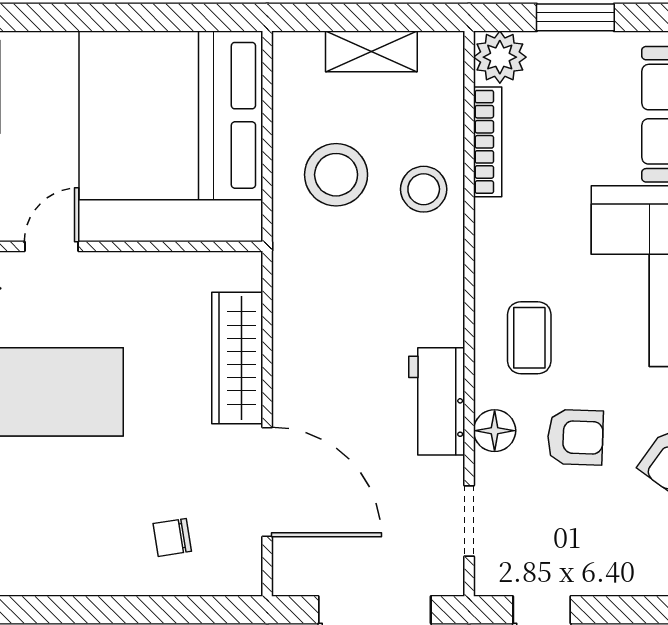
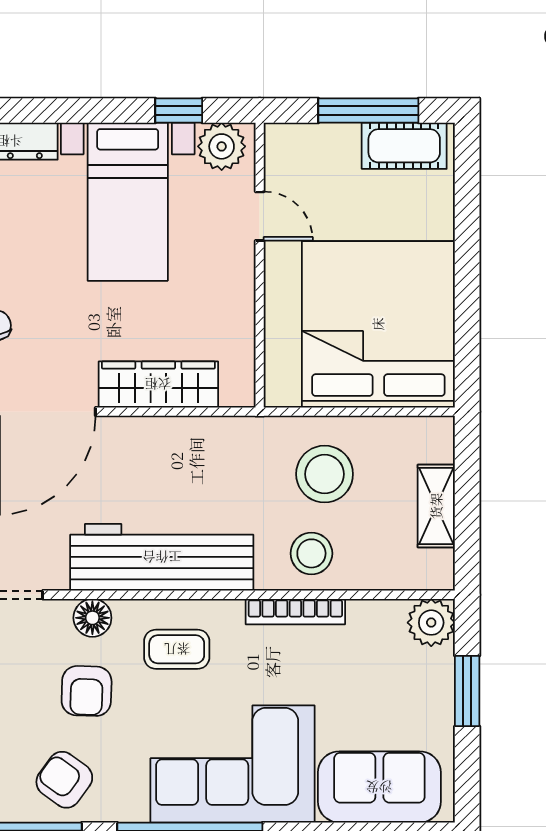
bookcase: (488, 142) -> (295, 612), moved
workbench: (437, 401) -> (162, 557), width x1.88, depth x1.32

